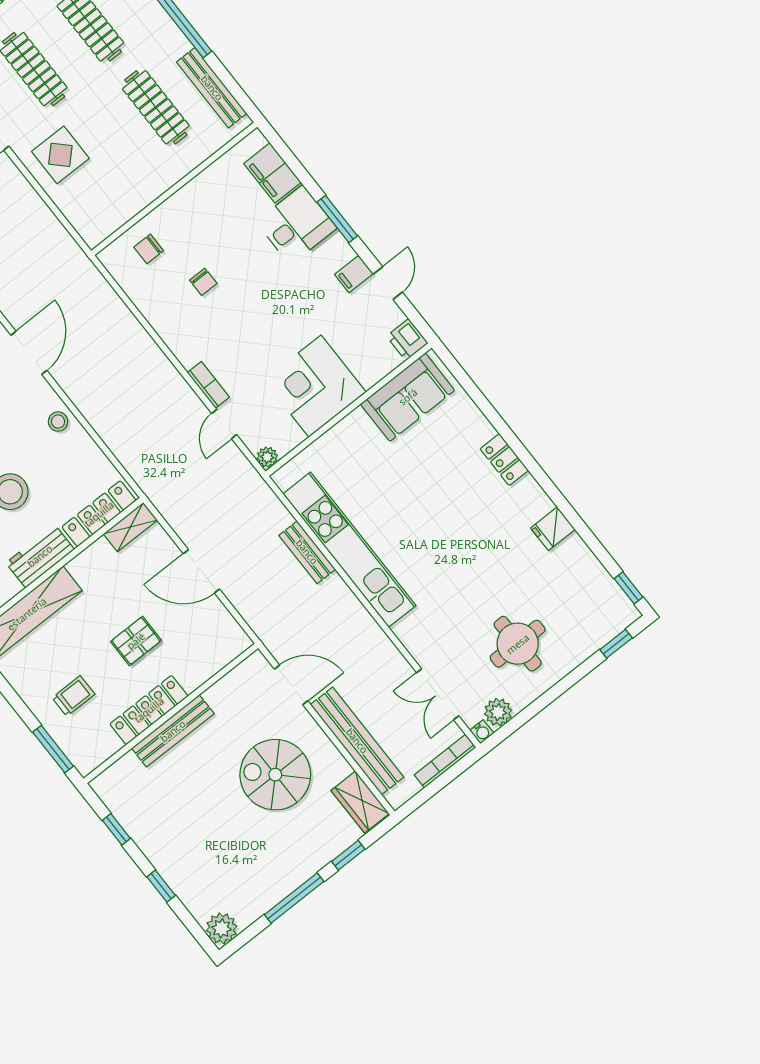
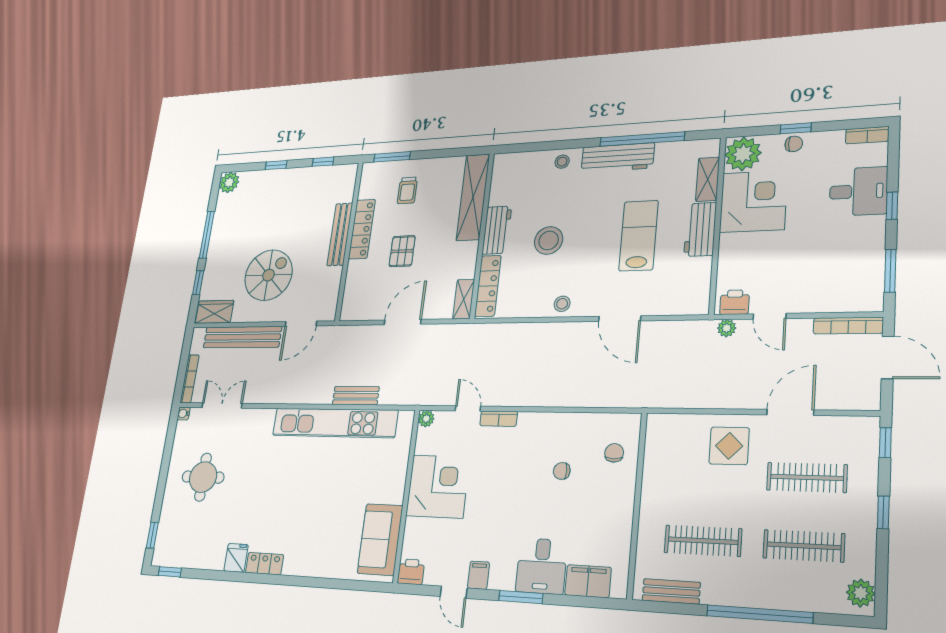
bench: (212, 88) -> (671, 591), width x0.73
locker: (504, 460) -> (264, 564), moved
plant: (498, 712) -> (184, 432), removed

